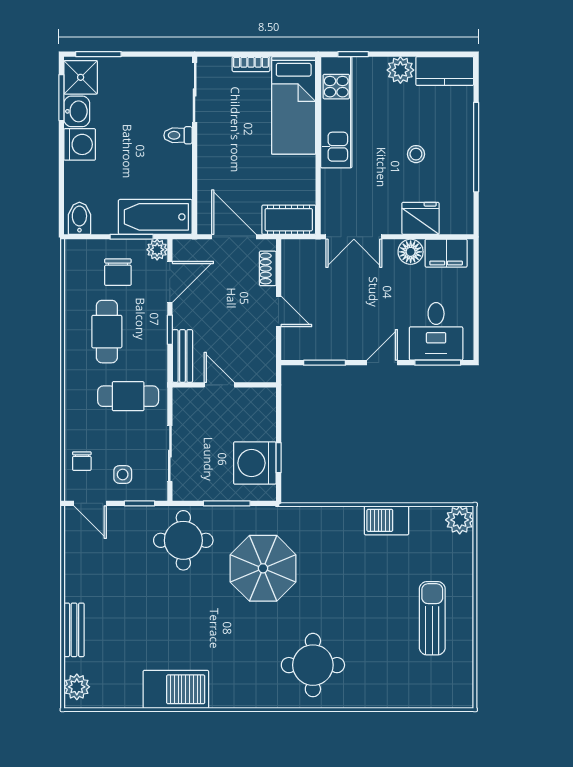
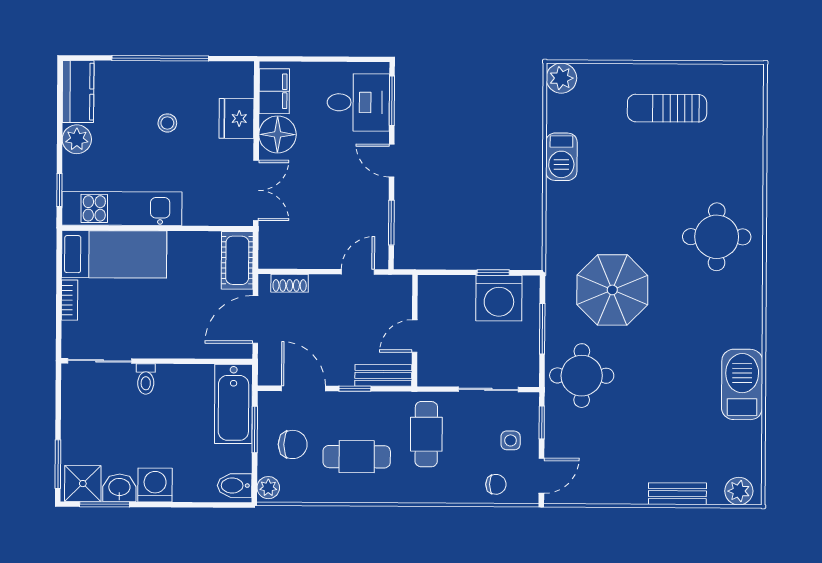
plant: (157, 250) -> (268, 488), moved
floor lamp: (411, 252) -> (278, 134), width x1.38, depth x1.38
door: (279, 311) -> (358, 272), moved

